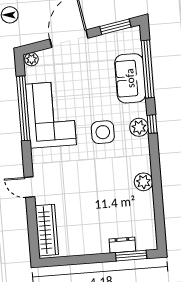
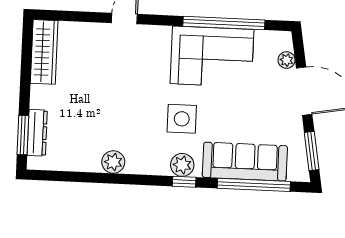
plant: (31, 59) -> (287, 60), moved
sofa: (130, 78) -> (245, 162), width x1.36
wardrobe: (47, 230) -> (44, 52), moved, turned -90
dresser: (122, 245) -> (37, 133), width x1.44

